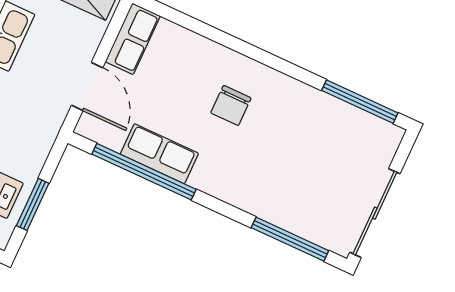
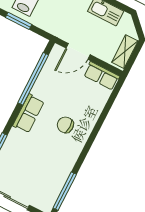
row of seats: (159, 154) -> (28, 114), moved

